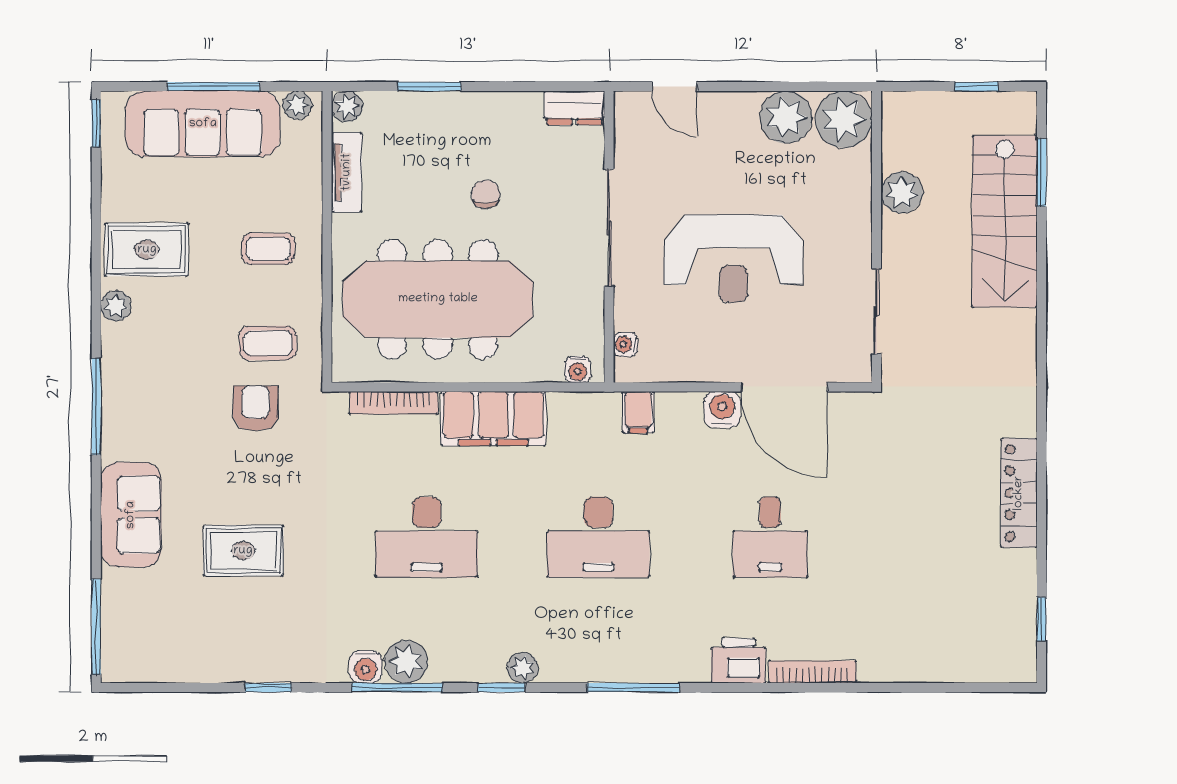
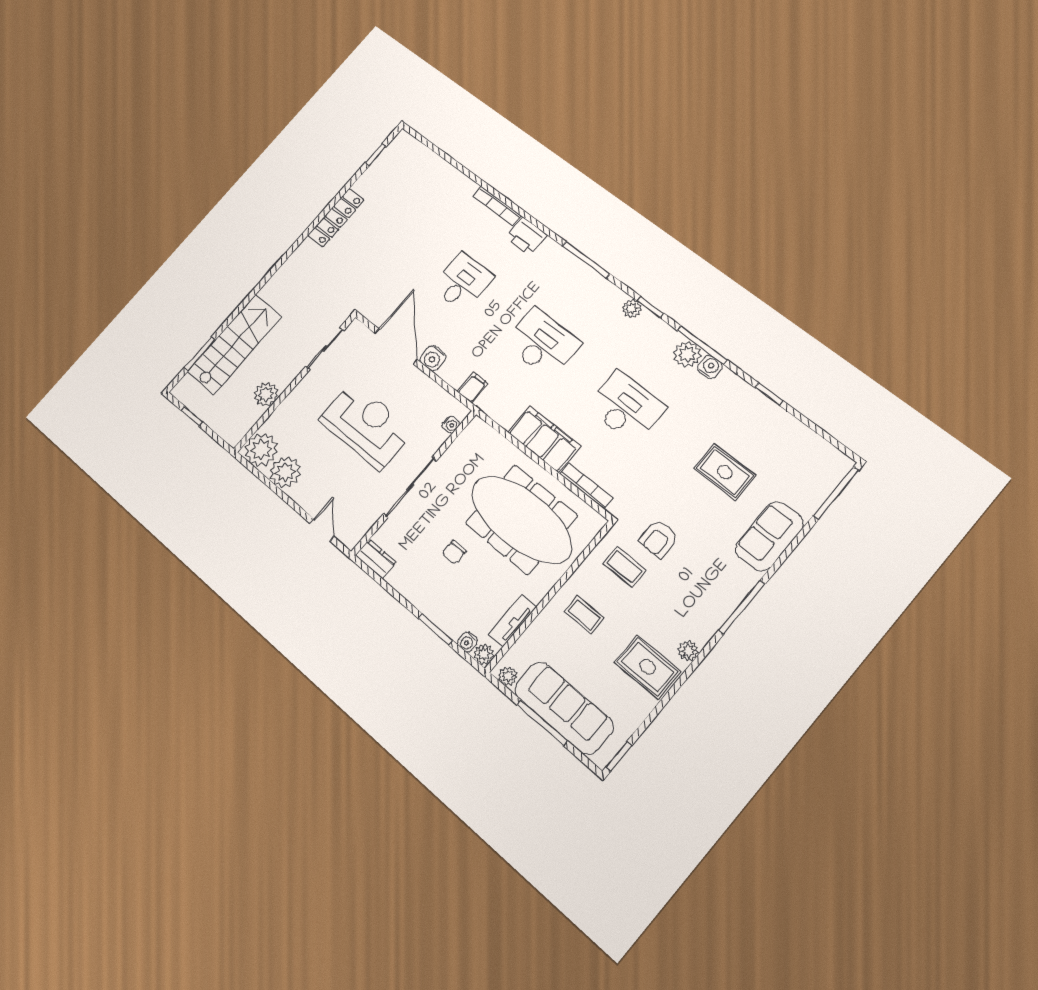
water cooler: (578, 370) -> (467, 642), moved, turned 180

